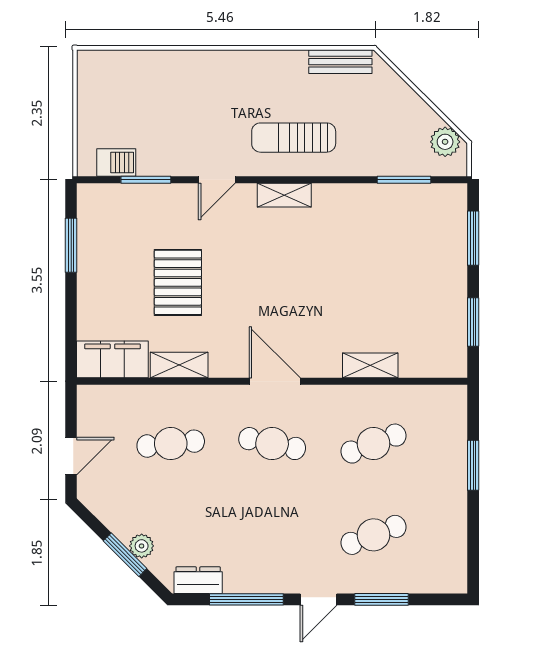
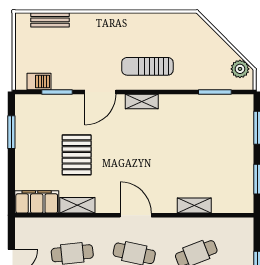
bench: (340, 62) -> (50, 20), moved
door: (217, 180) -> (100, 92), width x1.38

